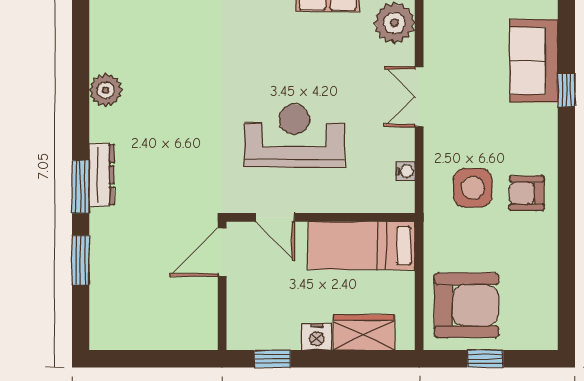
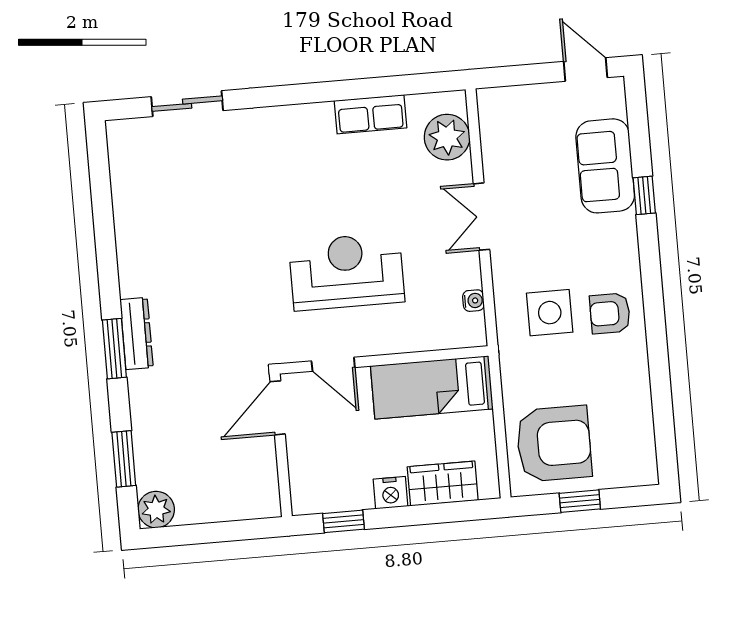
plant: (106, 90) -> (156, 510), moved
window: (81, 260) -> (124, 459), moved

